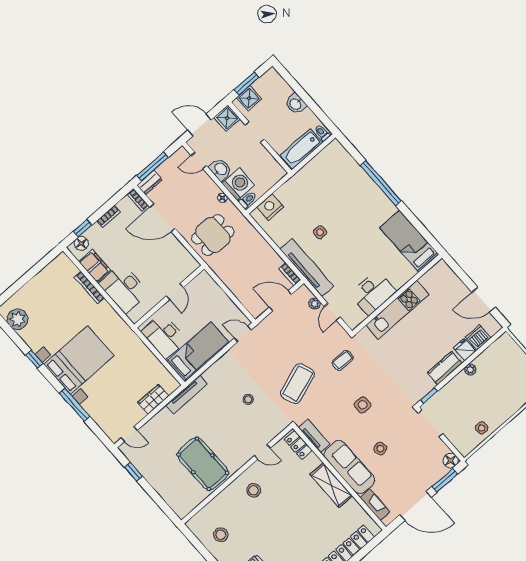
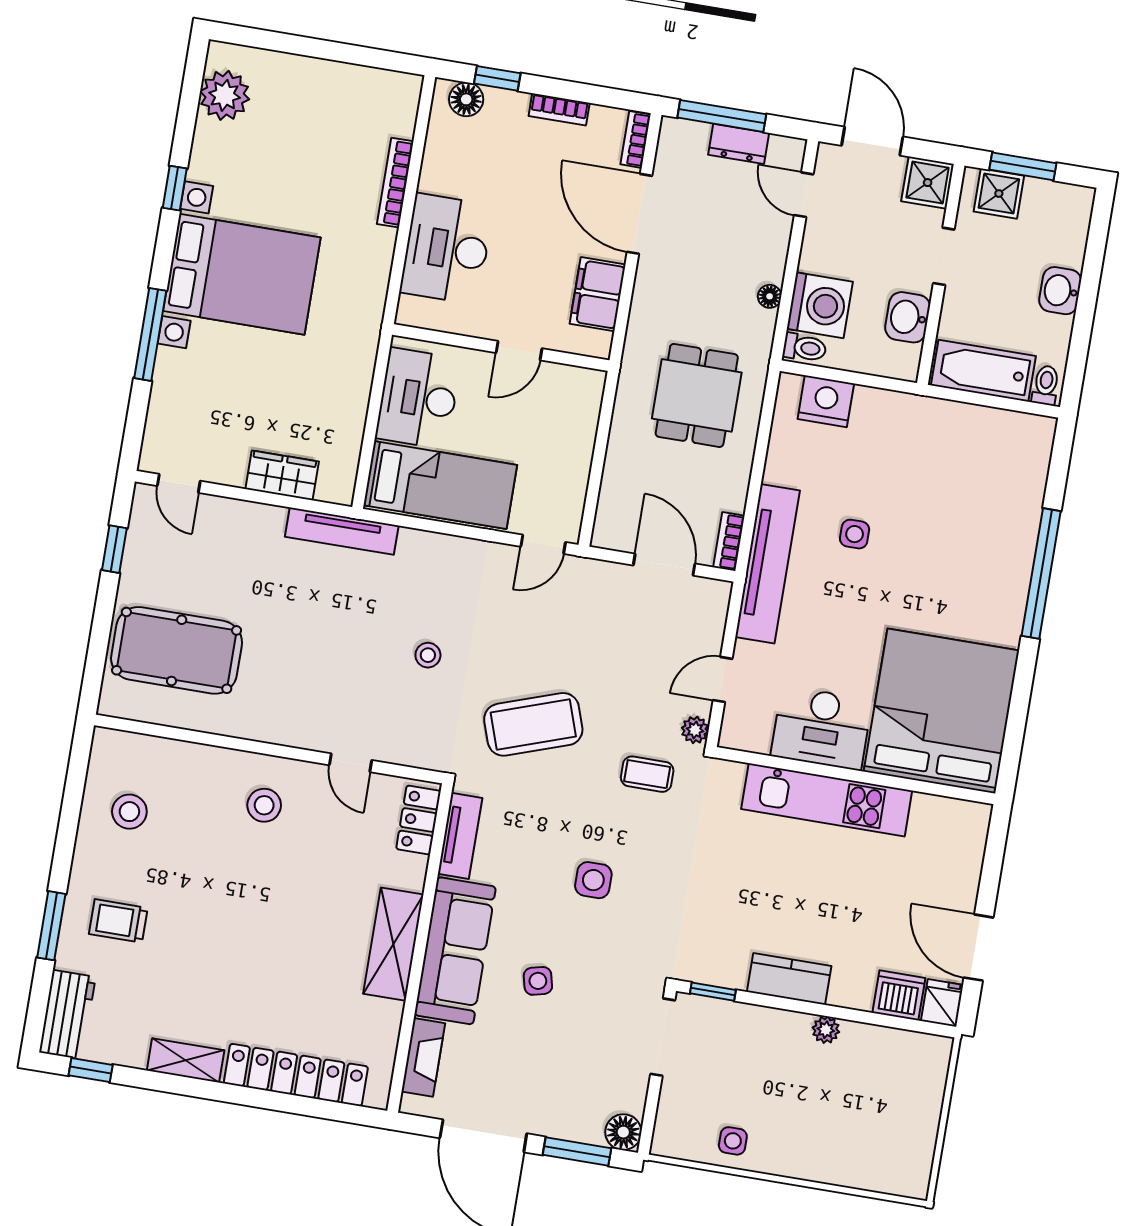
washbasin: (221, 169) -> (908, 317), moved, turned 180
dresser: (150, 183) -> (739, 144), moved
dining table: (213, 235) -> (697, 395), moved, turned 90
bed: (409, 241) -> (941, 711), width x2.04
filing cabinet: (95, 266) -> (598, 294), moved, turned 180
plant: (315, 304) -> (695, 730), moved
door: (243, 334) -> (543, 544), swing flipped
fridge: (465, 349) -> (942, 1003), moved
pool table: (203, 464) -> (177, 650), moved, turned 90

